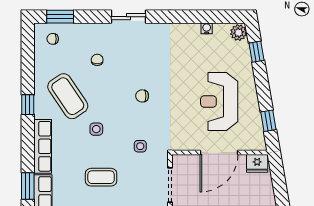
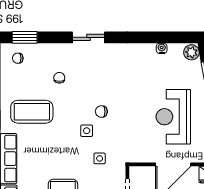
coffee table: (68, 96) -> (32, 112), turned -56
side table: (96, 129) -> (87, 131), moved

